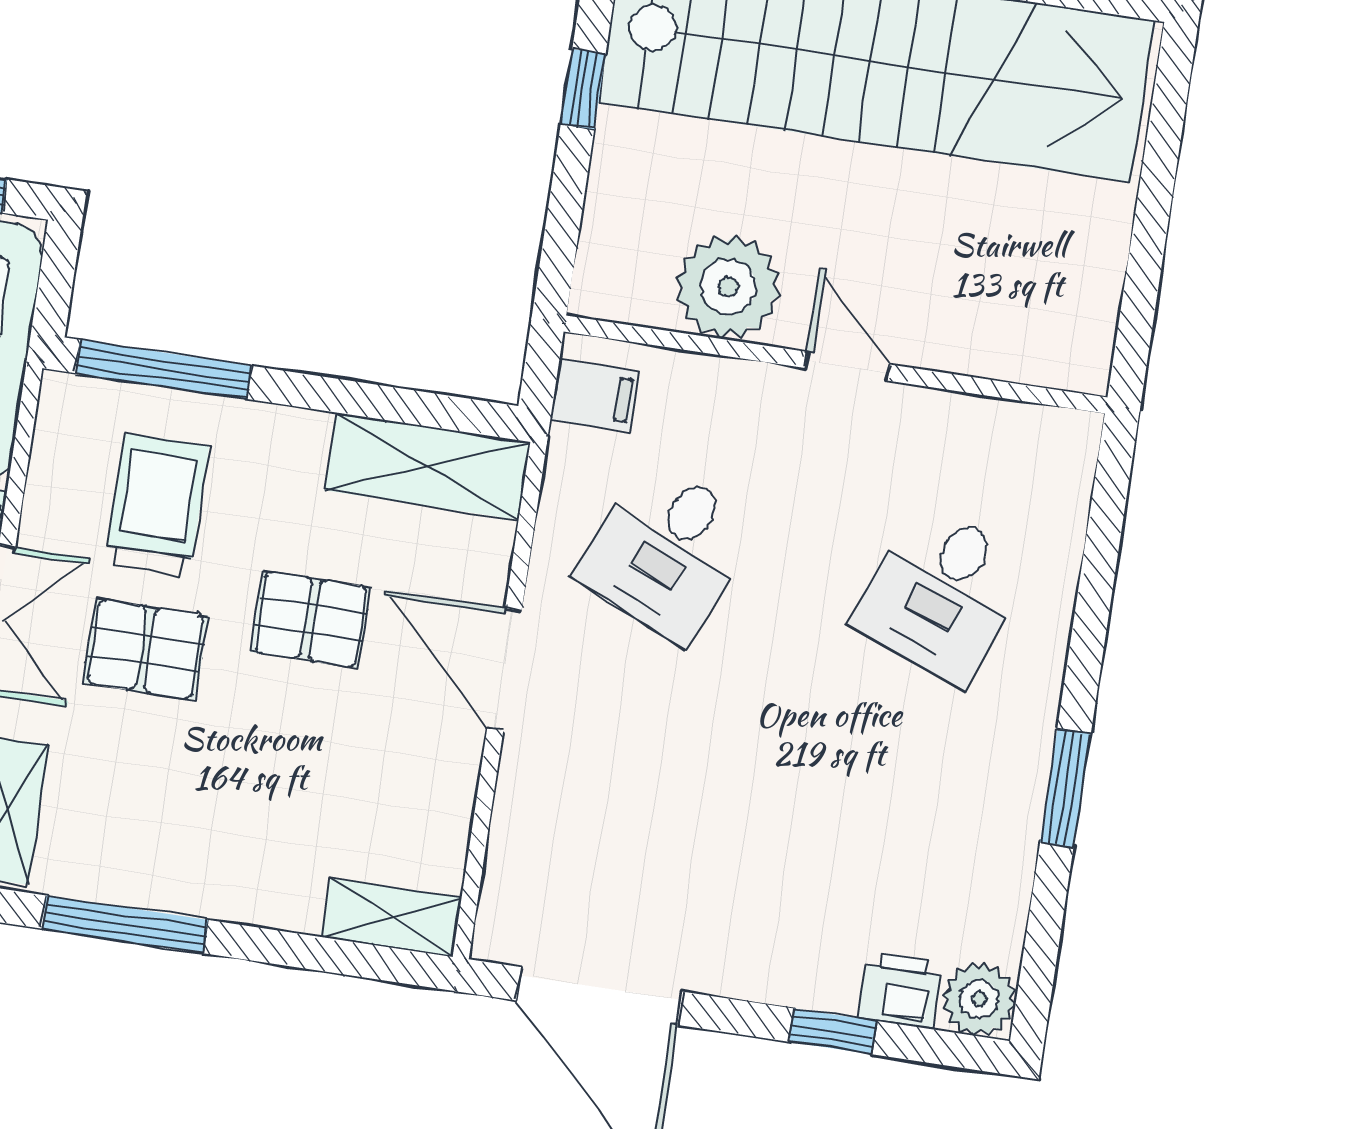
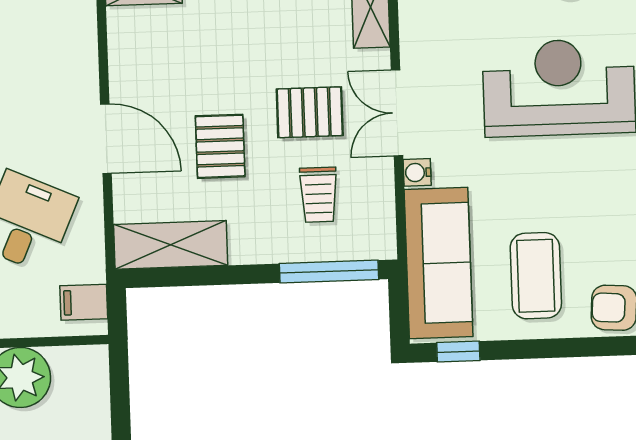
trolley: (157, 505) -> (319, 195), width x0.73, depth x0.72
pallet: (310, 620) -> (220, 146), turned 90

